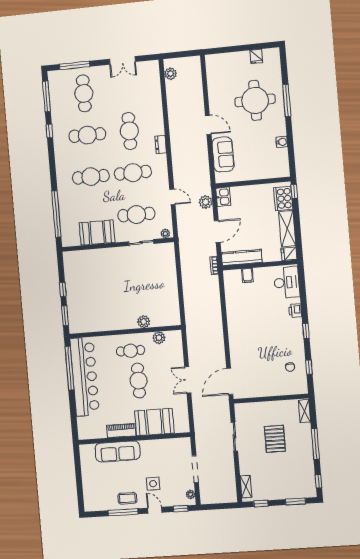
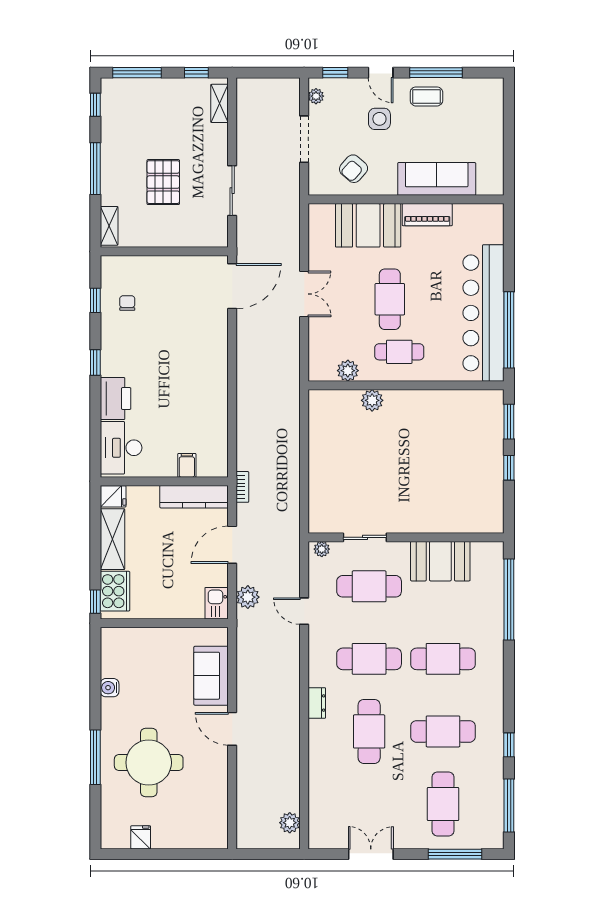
printer: (295, 311) -> (115, 399), width x1.87, depth x1.48
armchair: (165, 454) -> (354, 169), added
window: (296, 501) -> (137, 73), width x1.44

